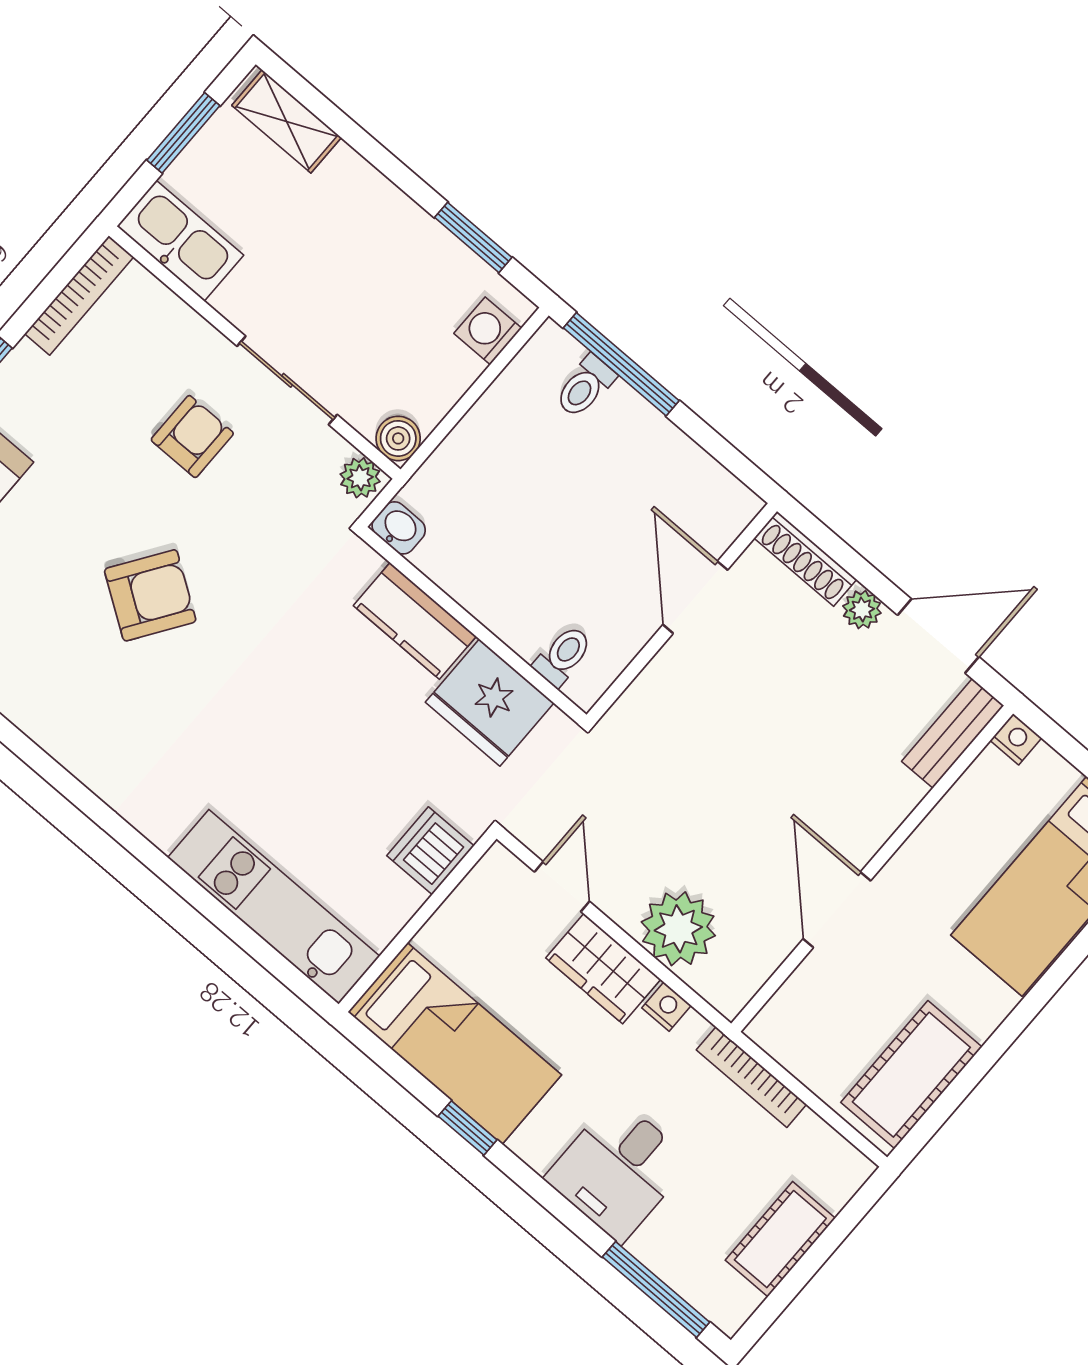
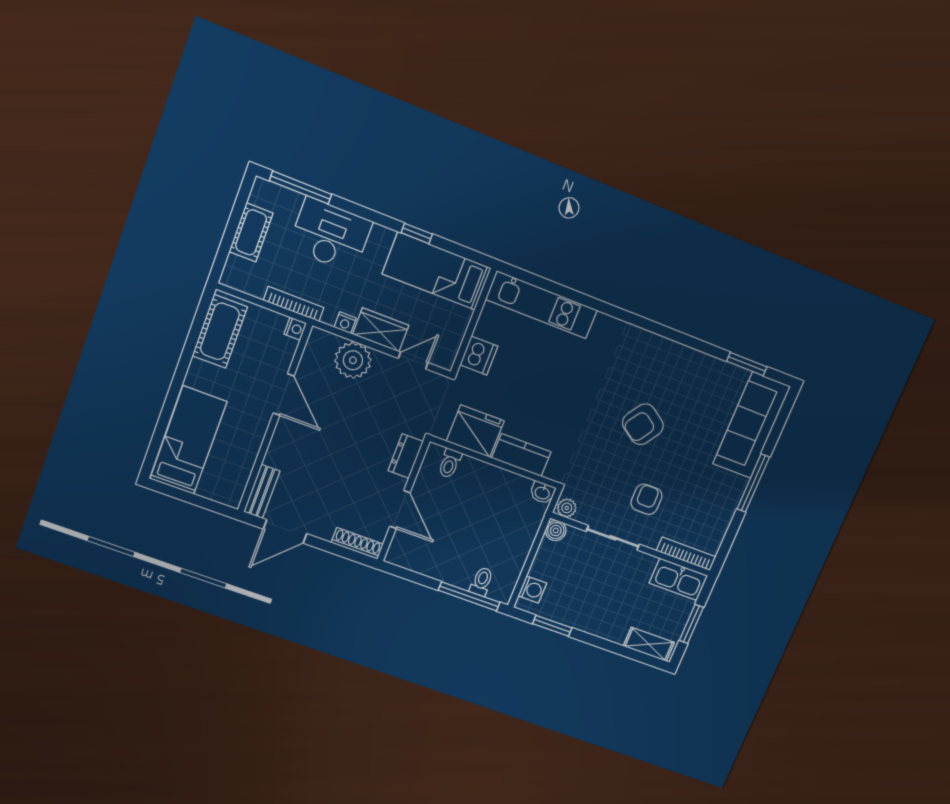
bookcase: (79, 295) -> (686, 554), moved, turned 90
armchair: (192, 437) -> (646, 499), turned 180
plant: (862, 610) -> (324, 531), removed
dresser: (645, 702) -> (406, 456), added
nightstand: (1016, 739) -> (295, 329), moved, turned -90
door: (562, 887) -> (413, 361), swing flipped
desk: (618, 1170) -> (330, 235), width x1.37

